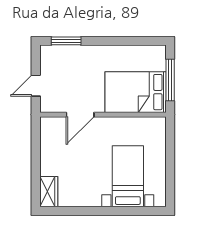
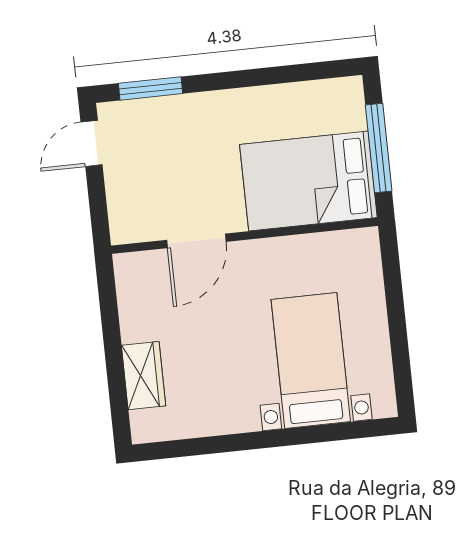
door: (36, 86) -> (92, 143), moved
wardrobe: (49, 192) -> (144, 376), moved

